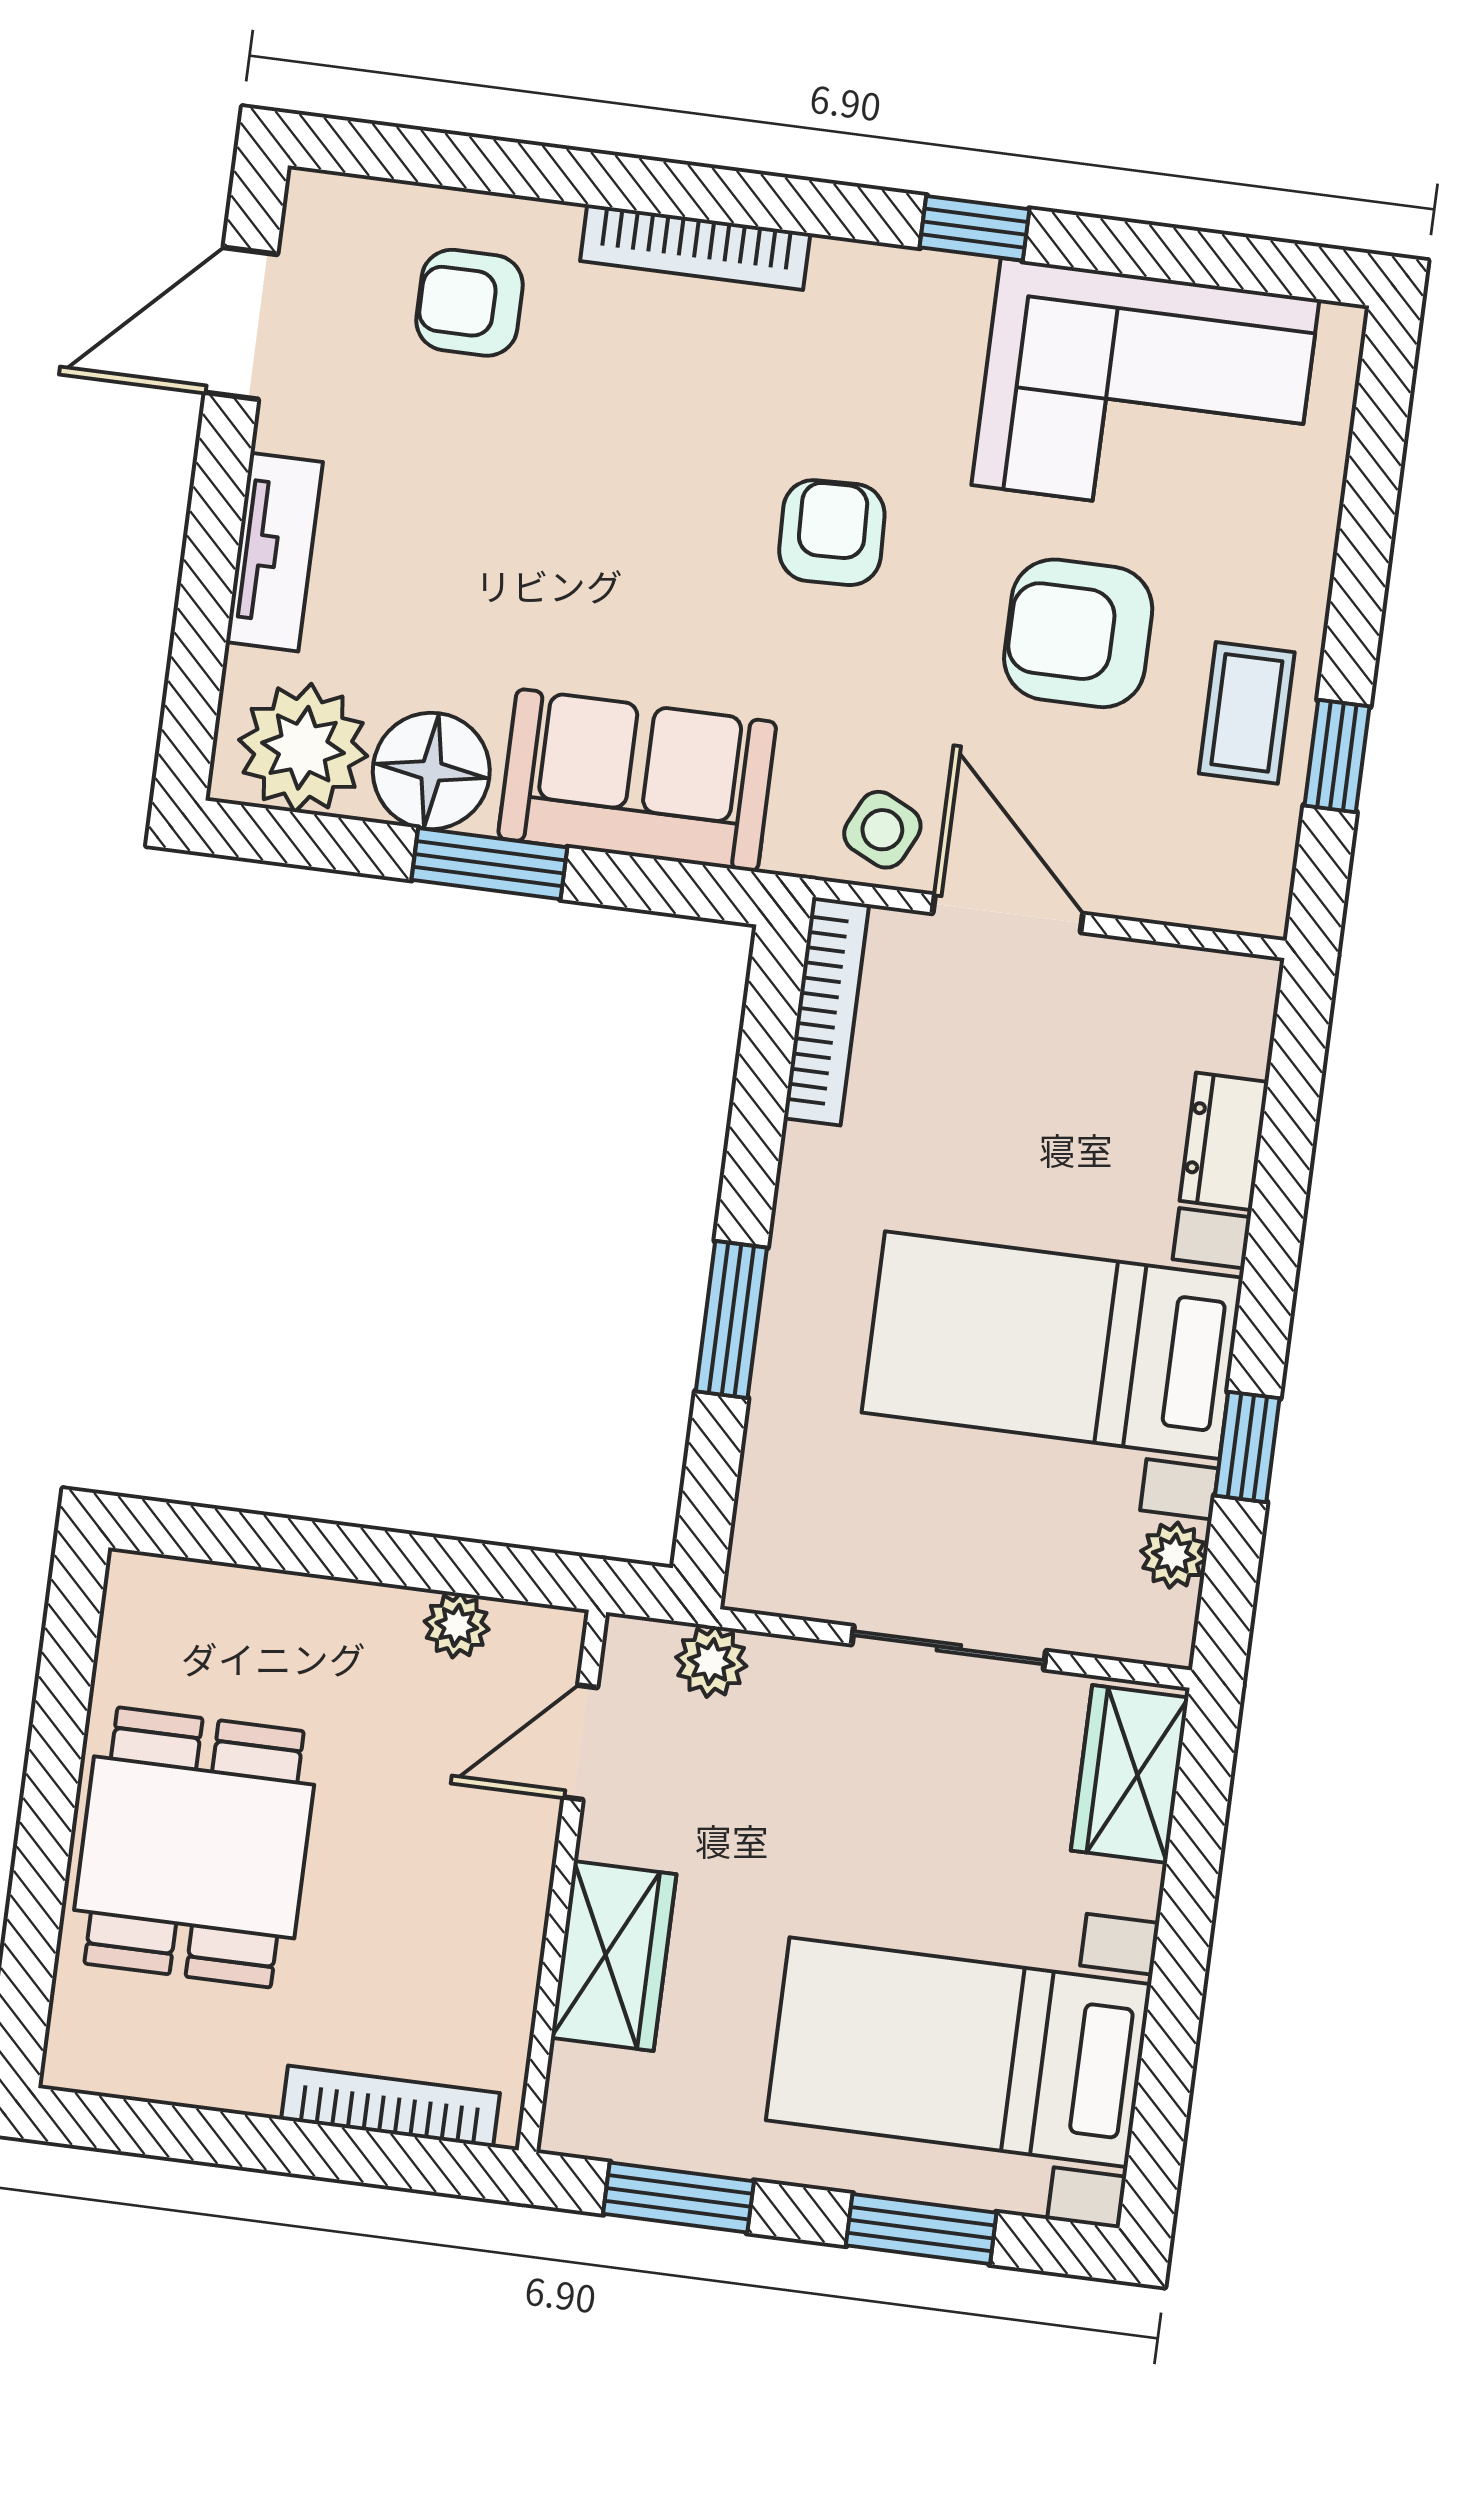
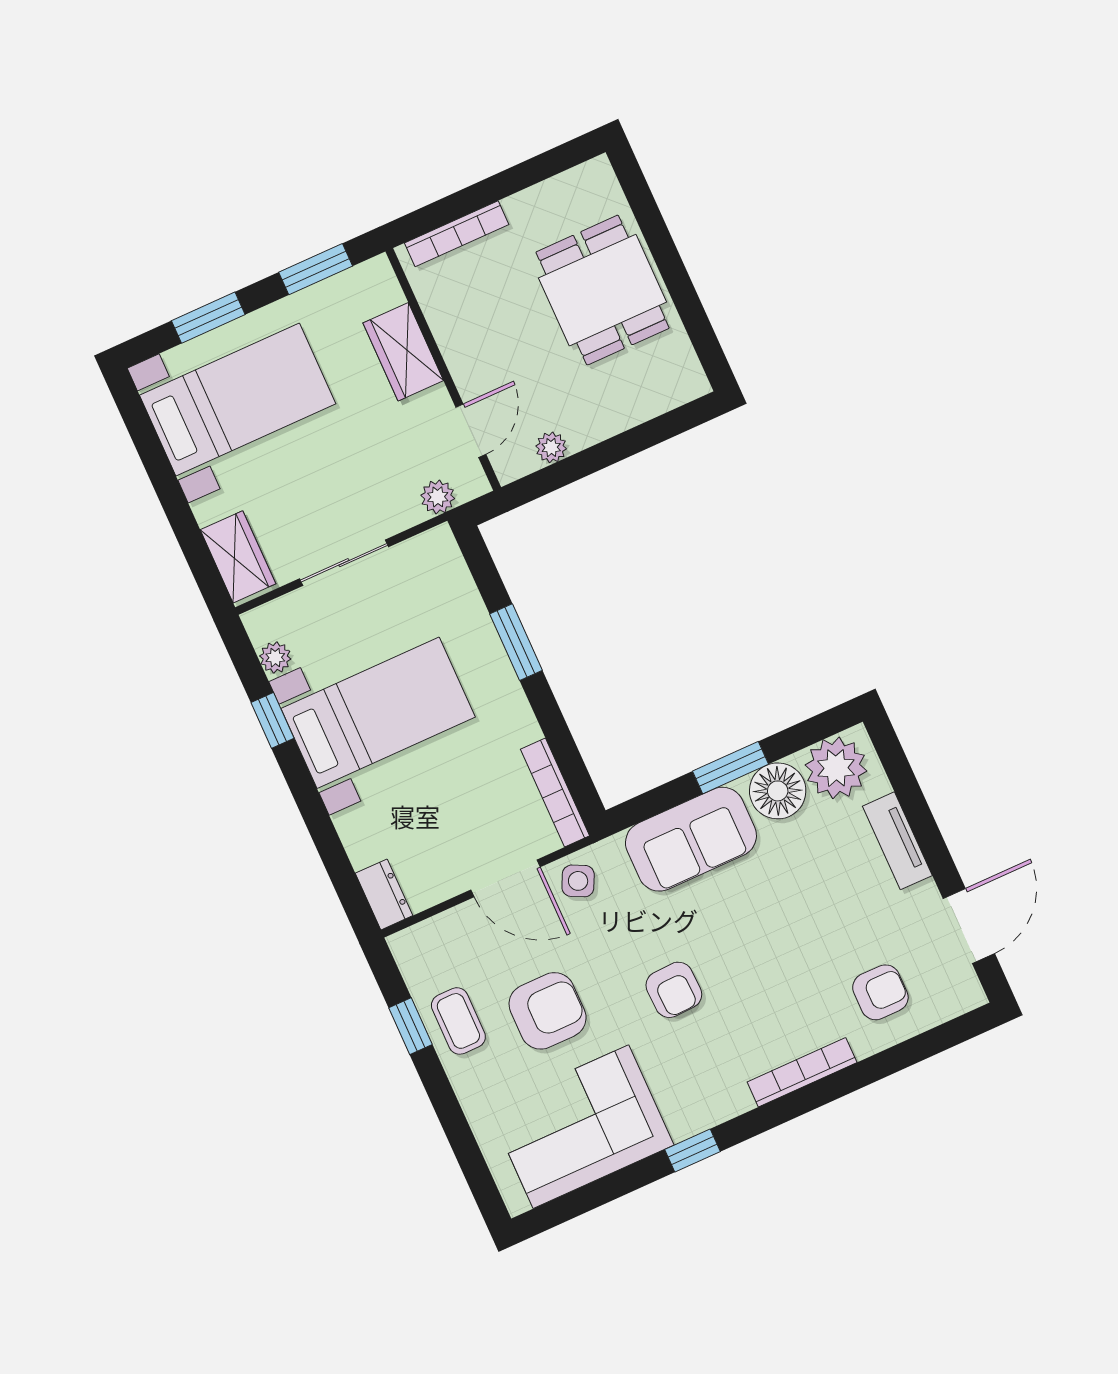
dresser: (1224, 1141) -> (384, 894), moved

